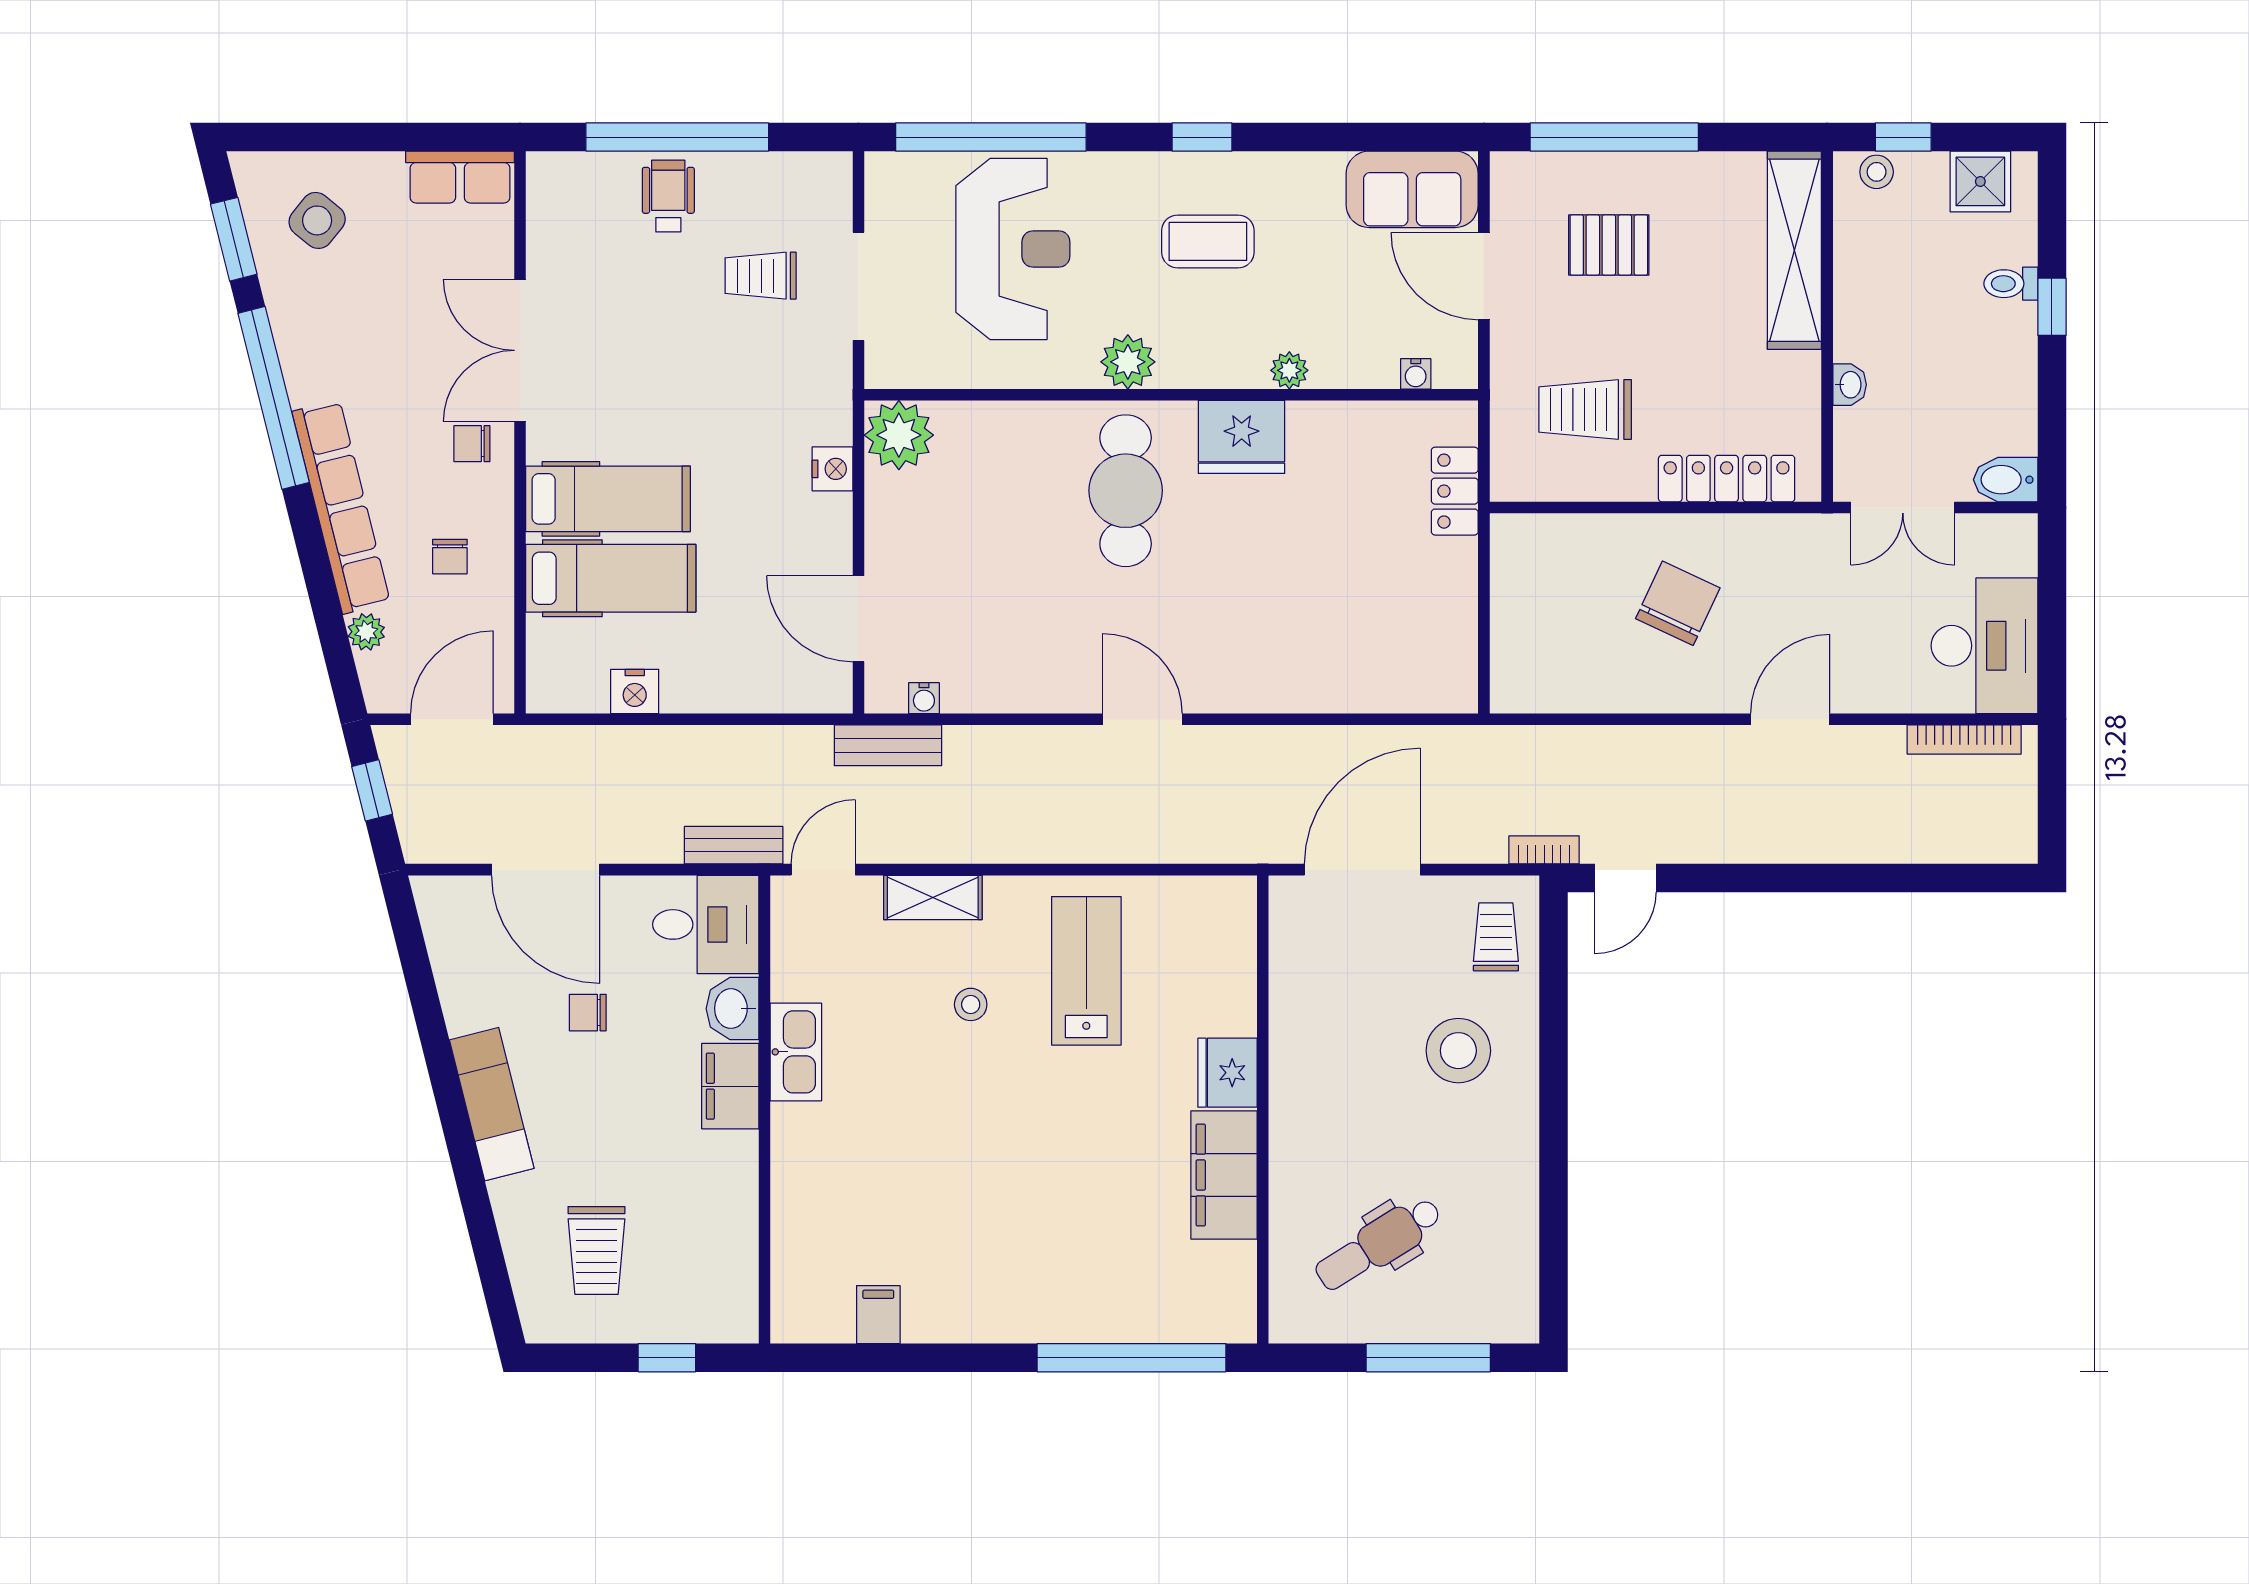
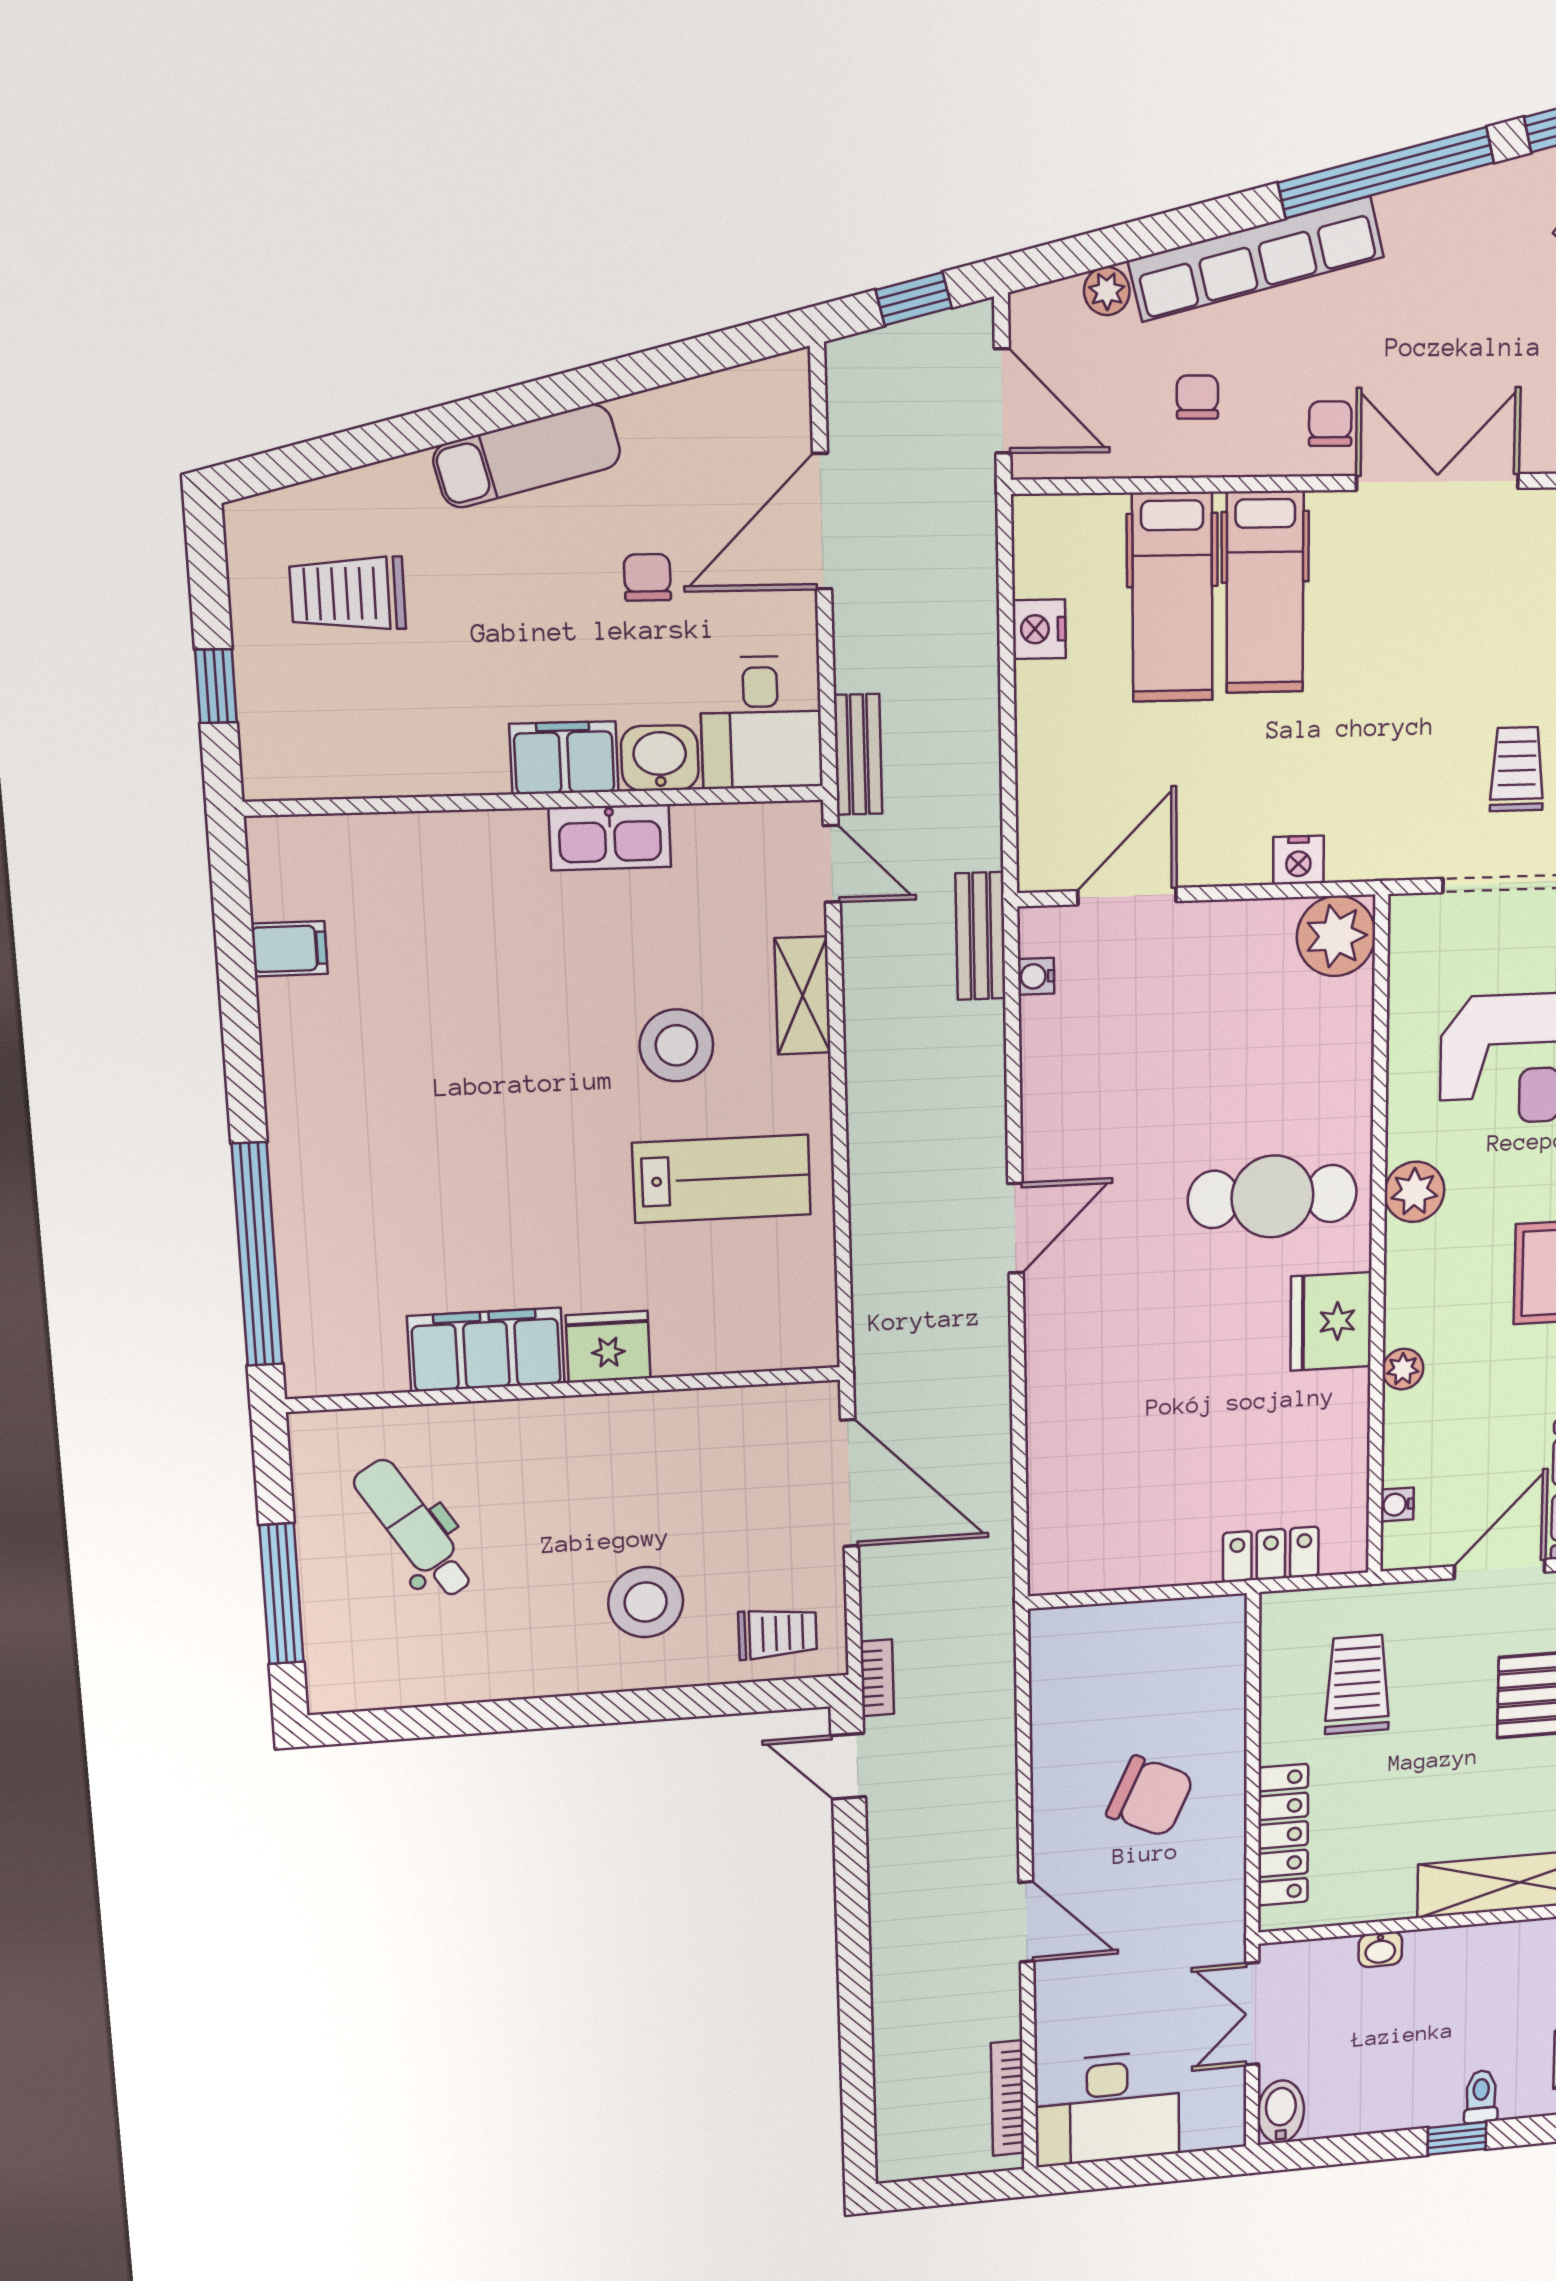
chair: (450, 557) -> (1197, 397), turned 90
stool: (971, 1004) -> (676, 1045), width x1.89, depth x1.89

